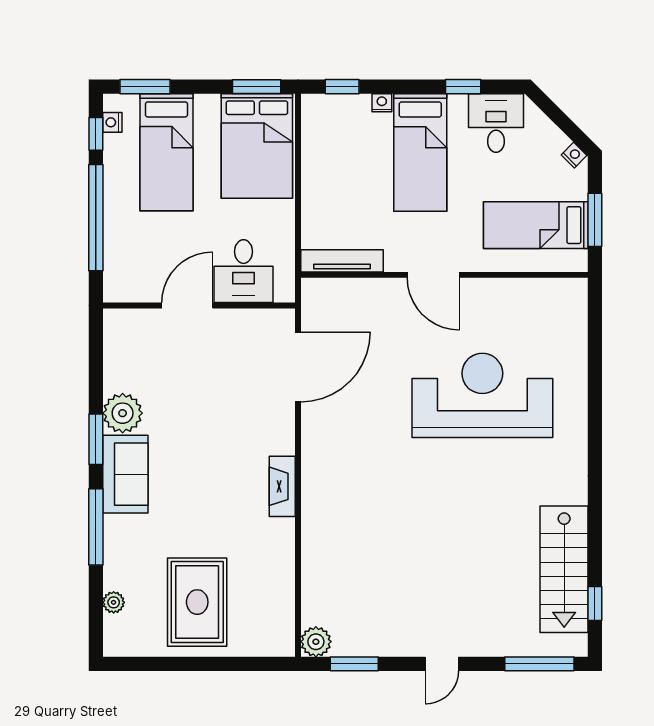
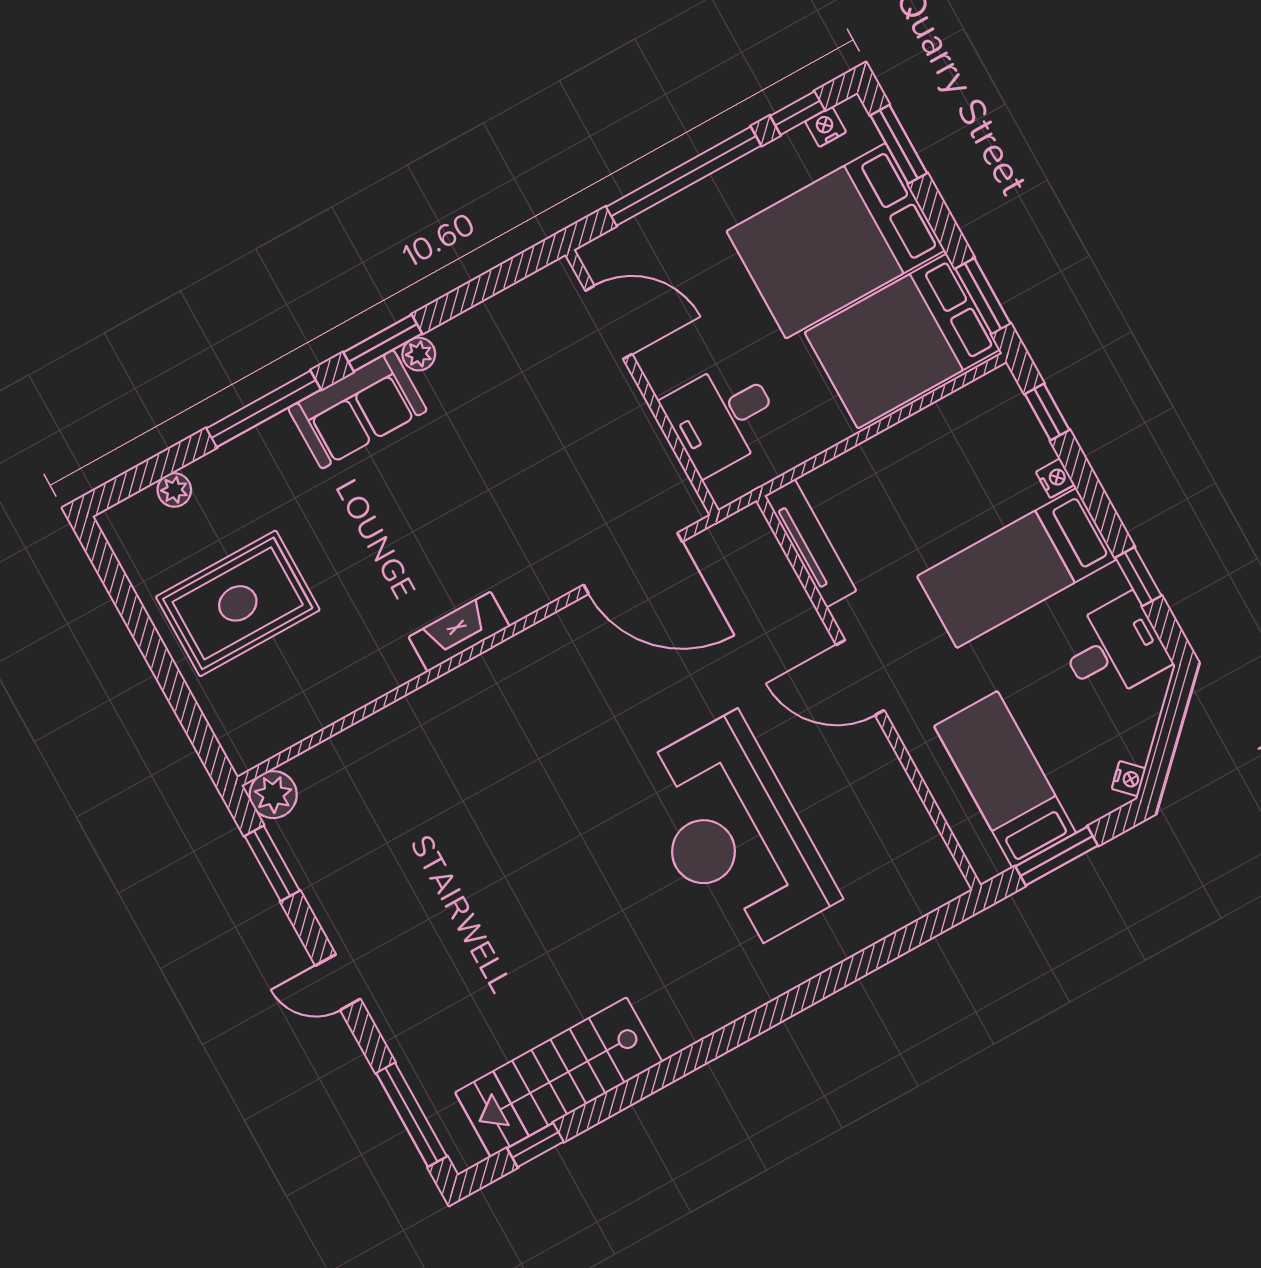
bed: (166, 152) -> (836, 241), width x1.50
door: (433, 275) -> (860, 678), hinge flipped
door: (187, 306) -> (609, 322), moved
reception desk: (482, 395) -> (733, 835), turned 180
plant: (123, 413) -> (419, 354), width x0.53, depth x0.53

